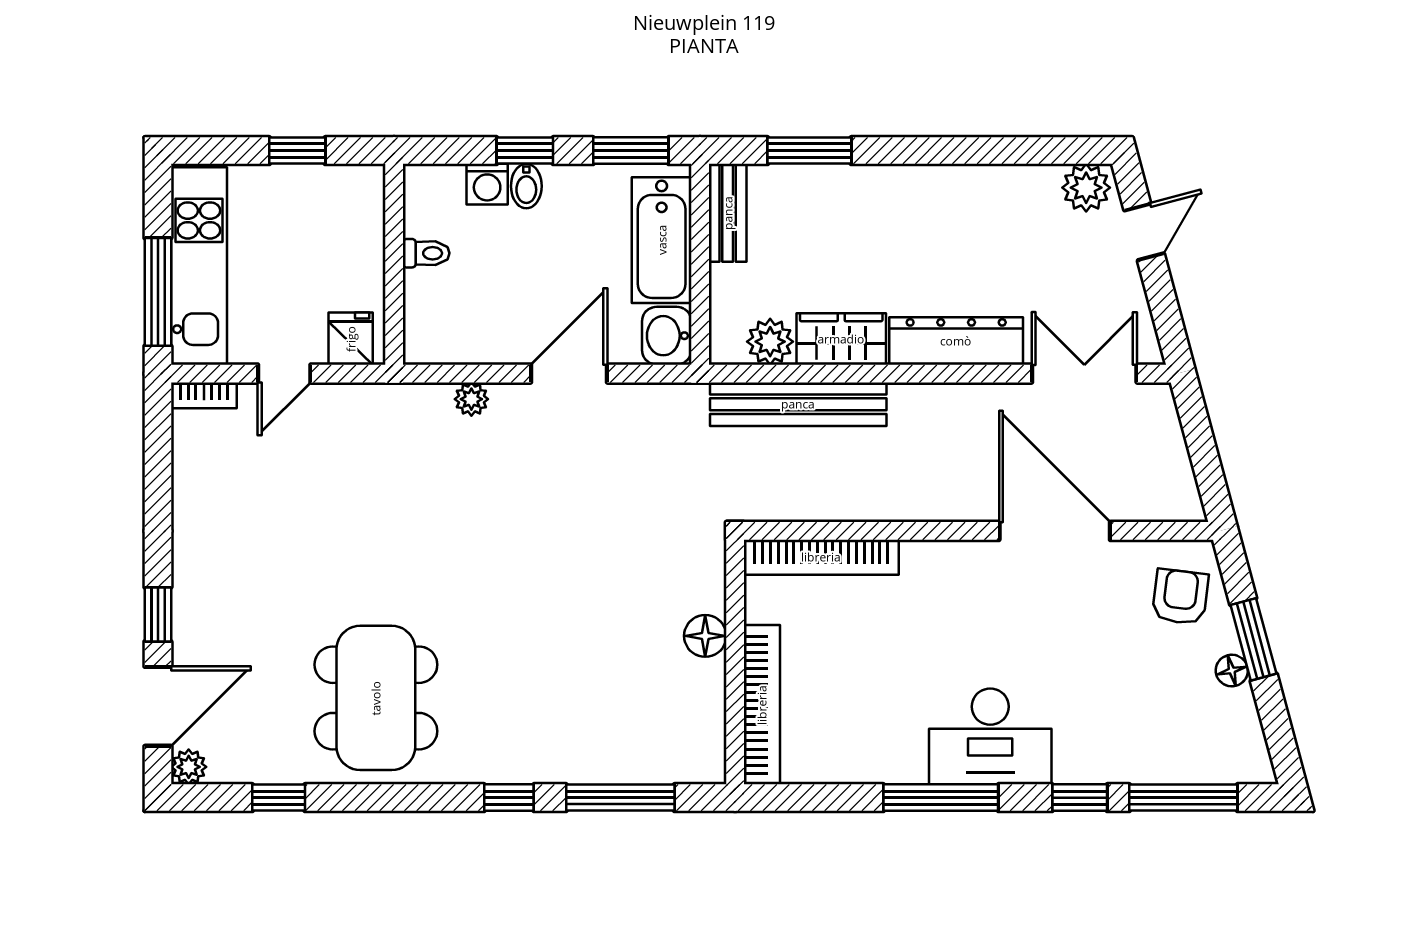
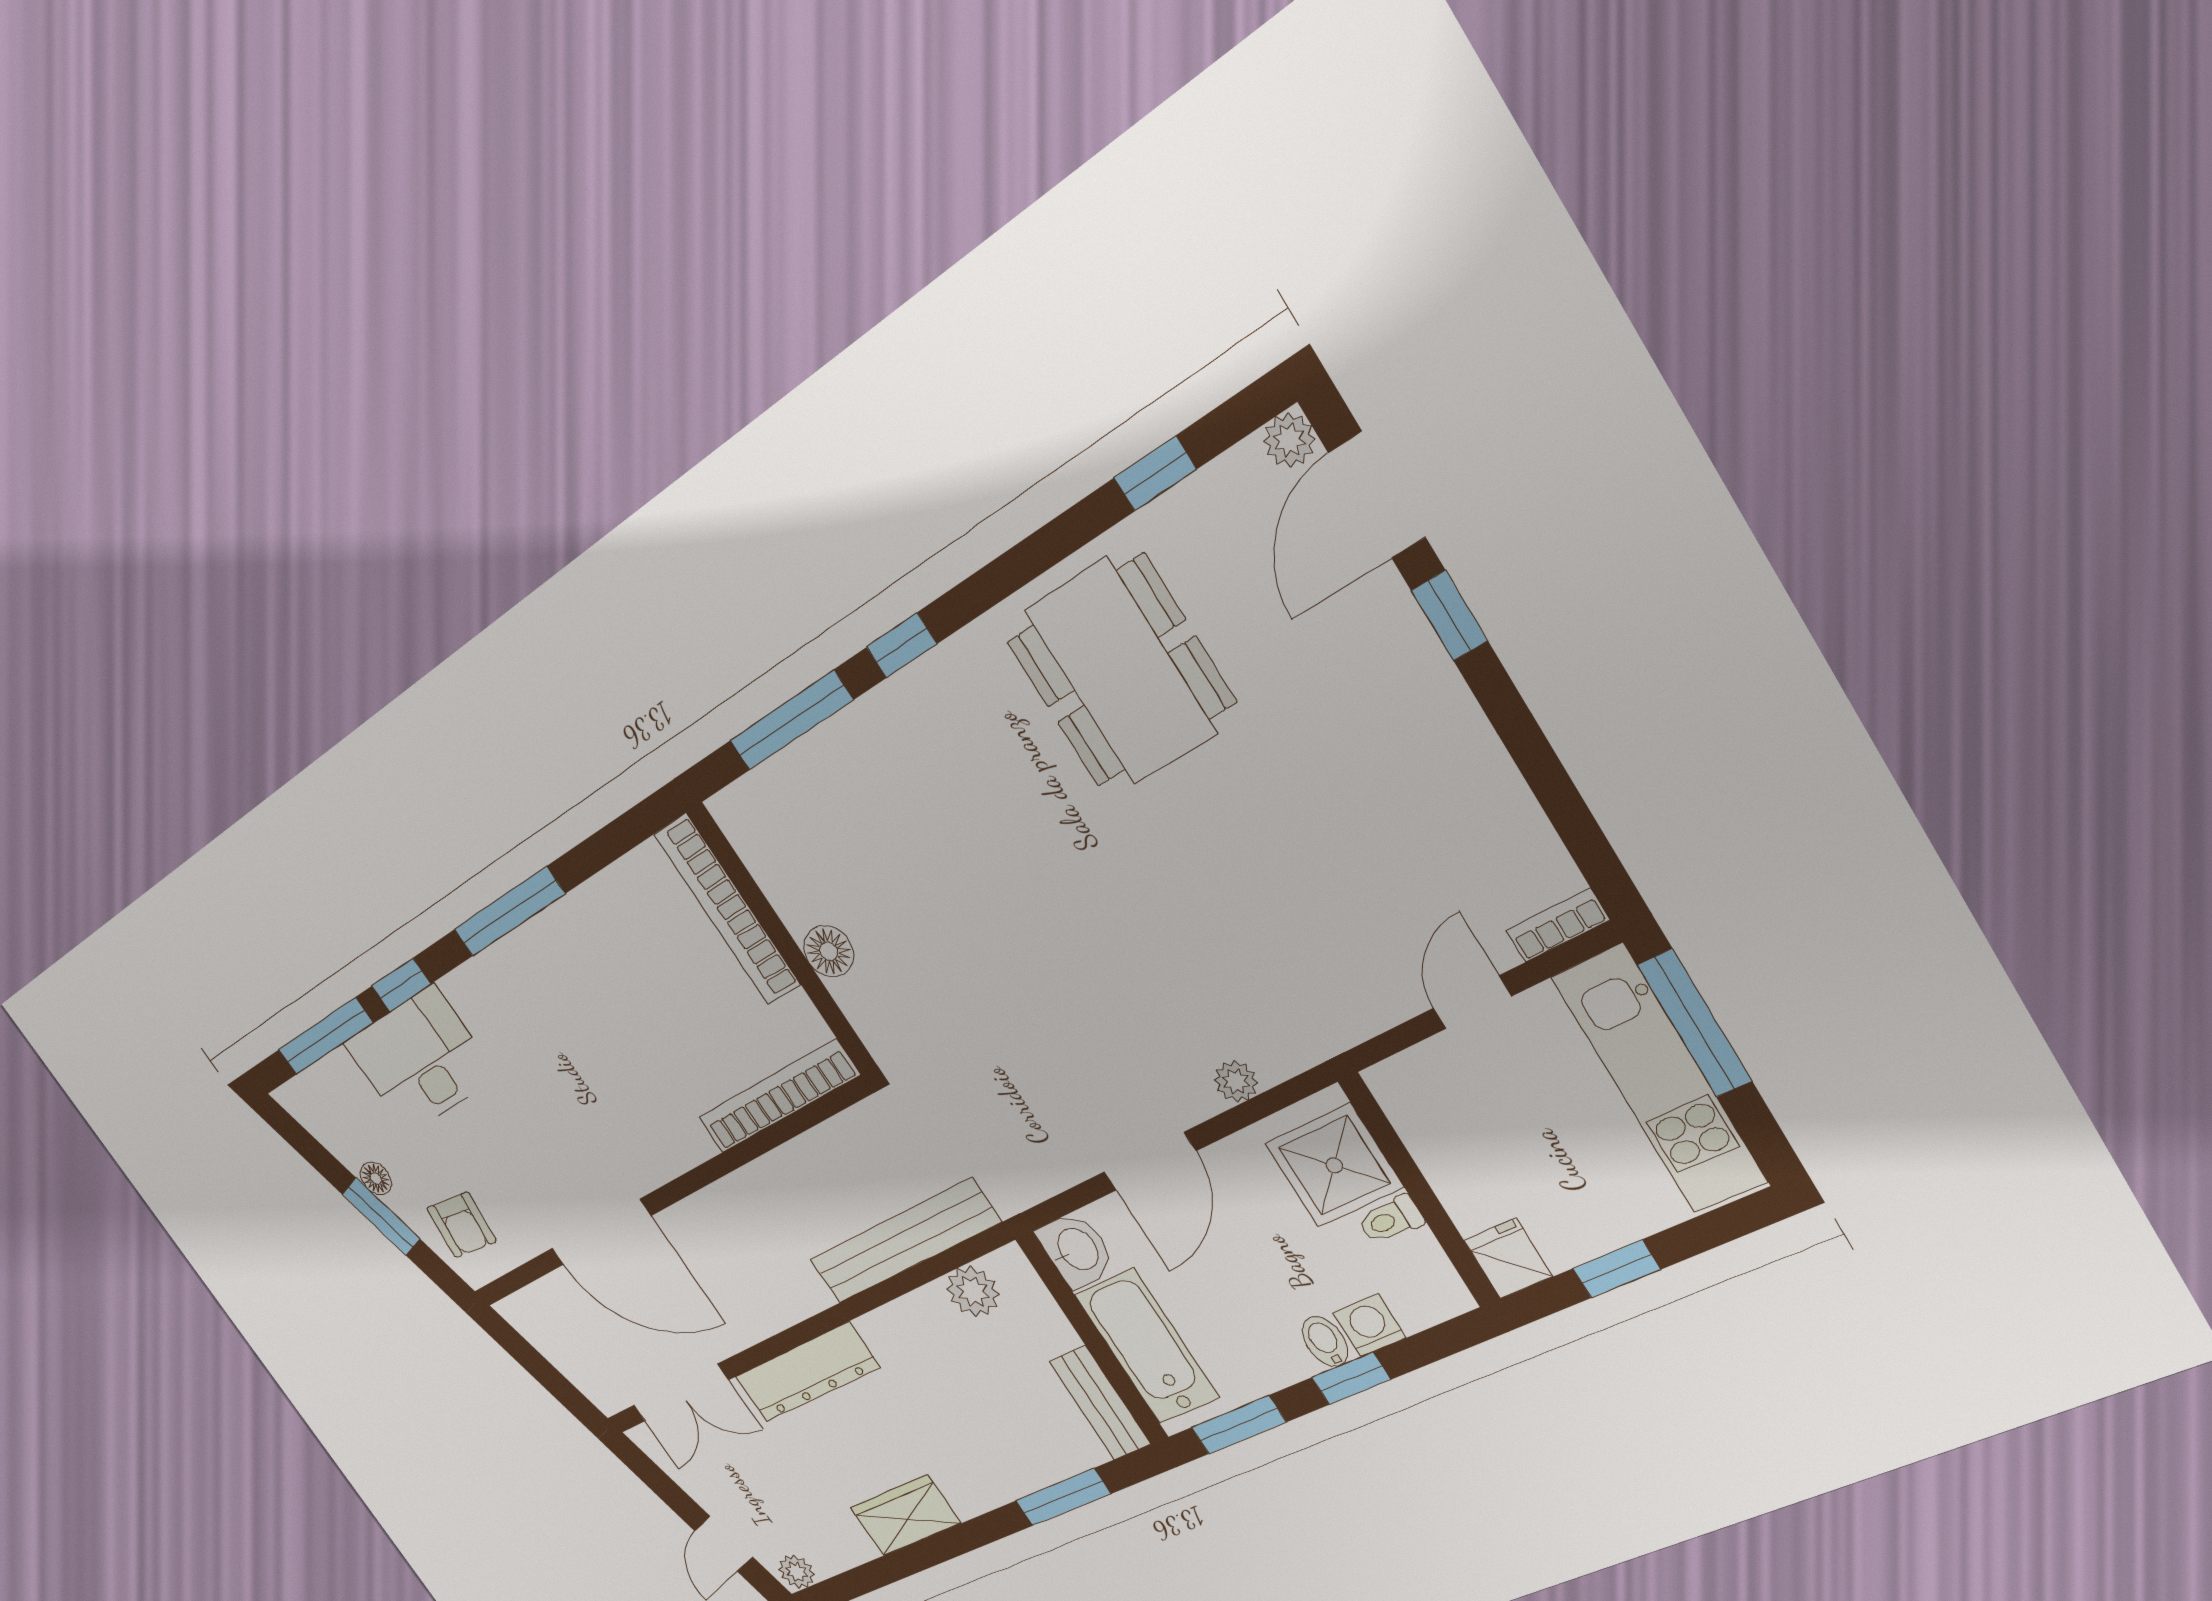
plant: (1086, 188) -> (797, 1572), width x0.73, depth x0.73
shower: (441, 309) -> (1334, 1165), added
fridge: (351, 339) -> (1508, 1258), moved, turned 180
wardrobe: (841, 339) -> (905, 1516), moved, turned 180
desk: (990, 736) -> (420, 1060), moved

